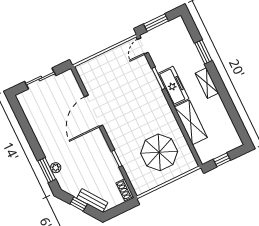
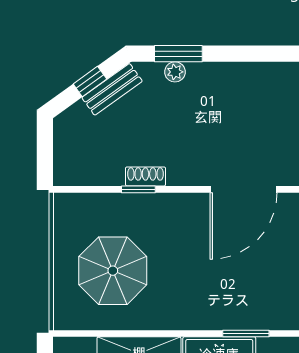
door: (94, 111) -> (244, 189), swing flipped
shoe rack: (125, 190) -> (145, 176), moved
bench: (92, 200) -> (112, 89), moved

